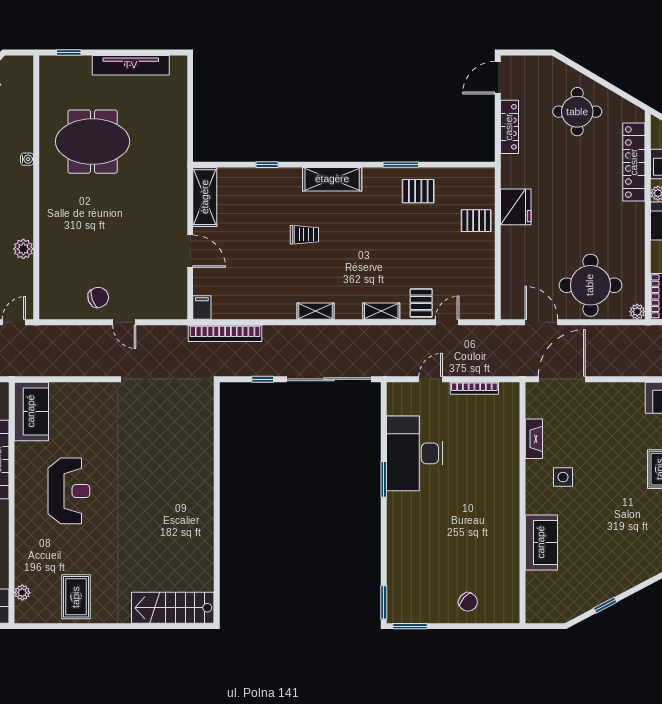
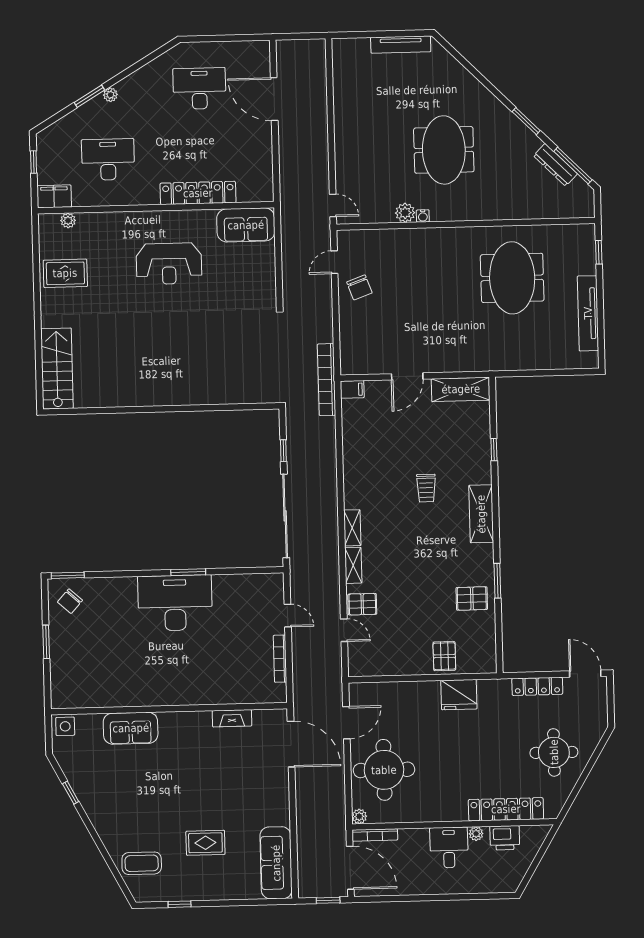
water cooler: (27, 159) -> (423, 216), moved
pallet: (418, 191) -> (472, 598), turned 90
shelving: (316, 311) -> (352, 528), moved
door: (124, 322) -> (334, 262), moved
bookcase: (225, 333) -> (327, 380), moved
desk: (415, 453) -> (175, 603), moved
side table: (563, 477) -> (65, 726), moved
chair: (468, 602) -> (70, 601), moved
window: (410, 626) -> (46, 642), moved

